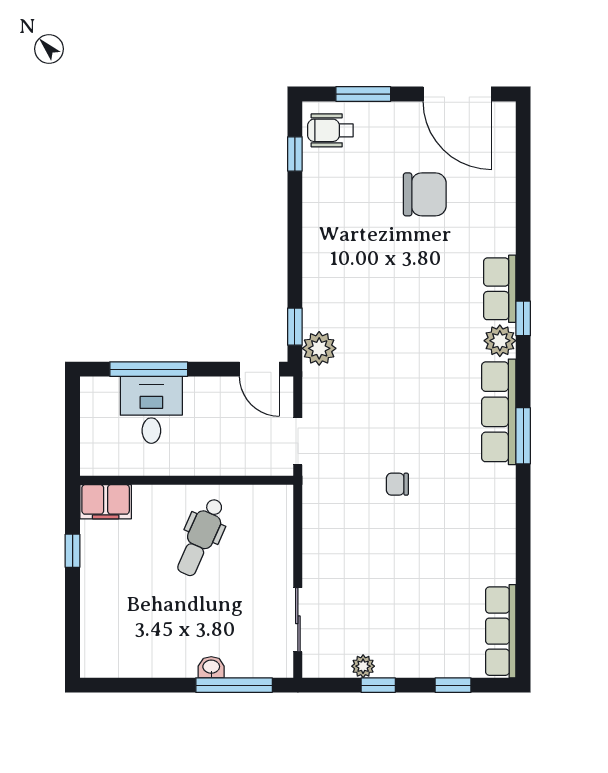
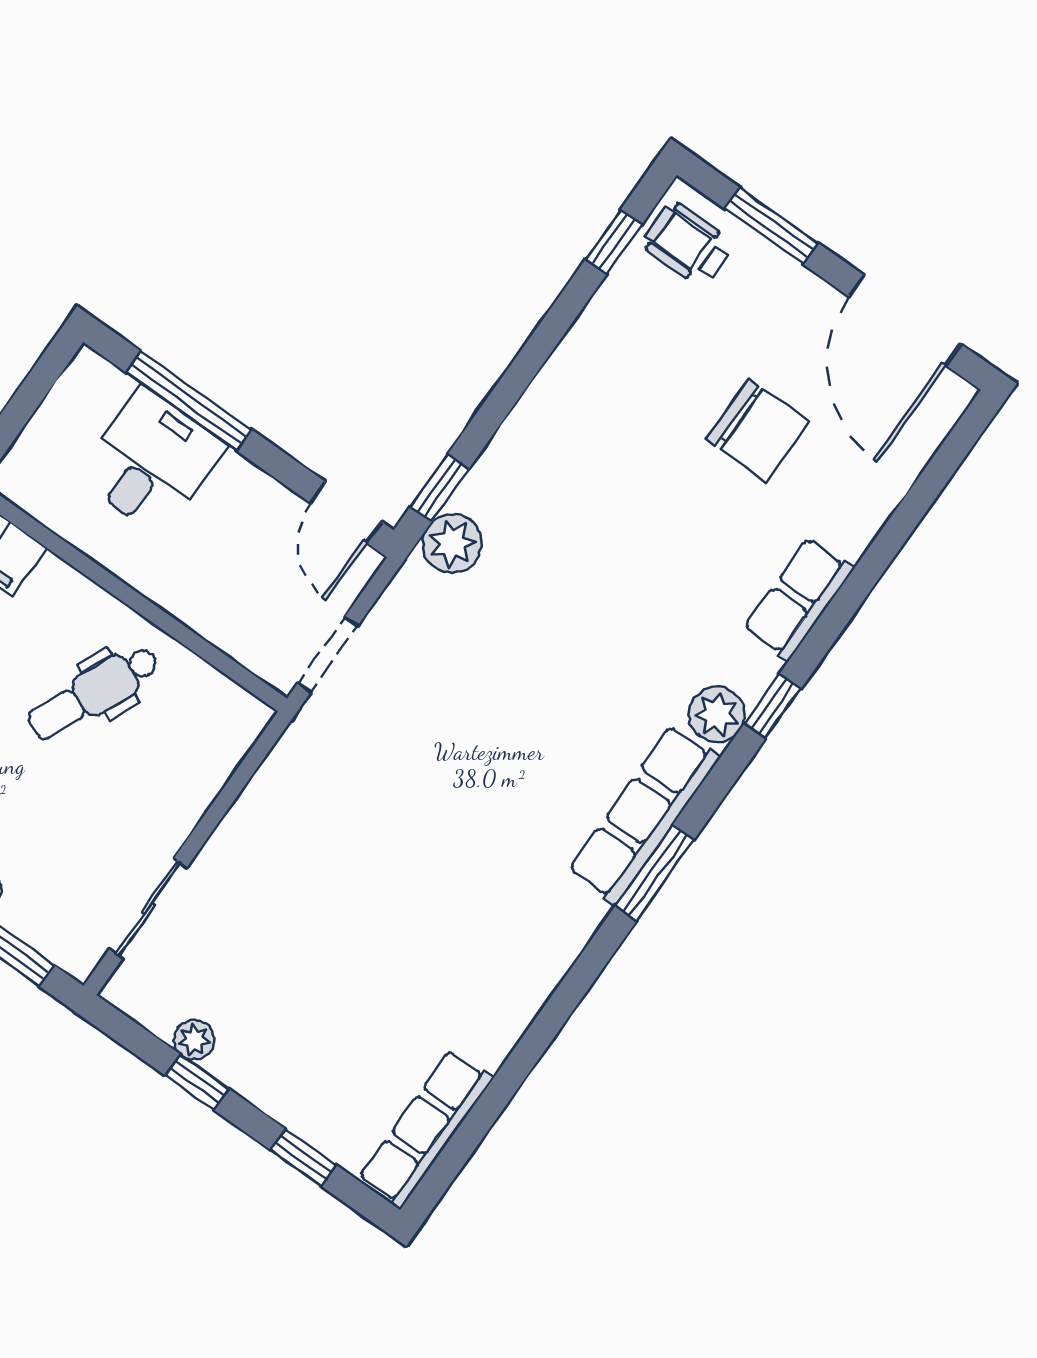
row of seats: (500, 289) -> (799, 599), moved
chair: (397, 484) -> (426, 815), removed

